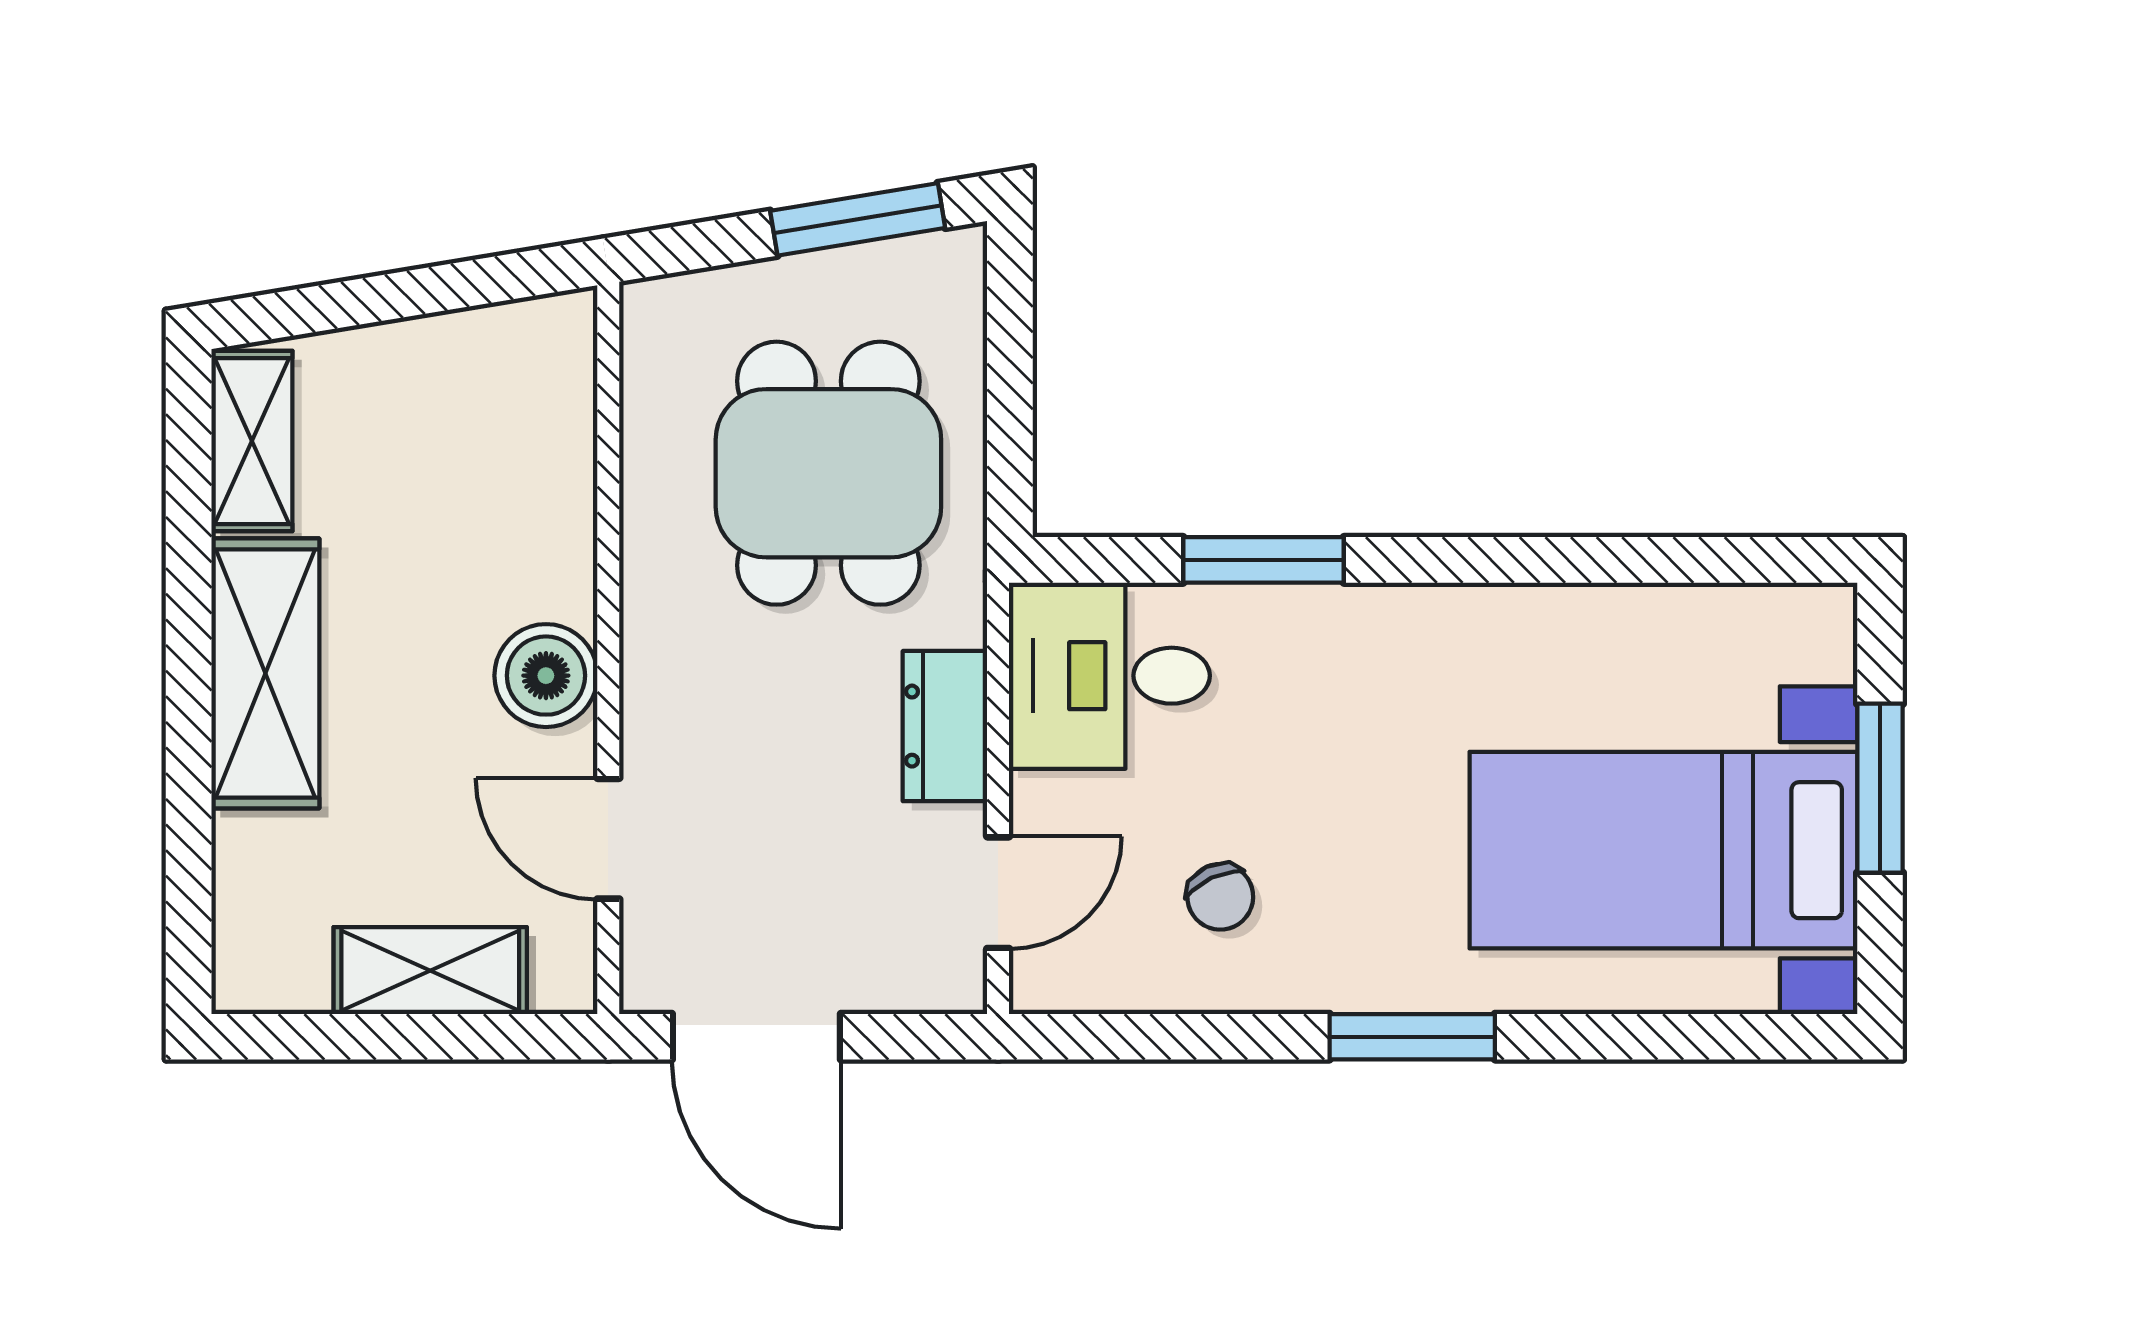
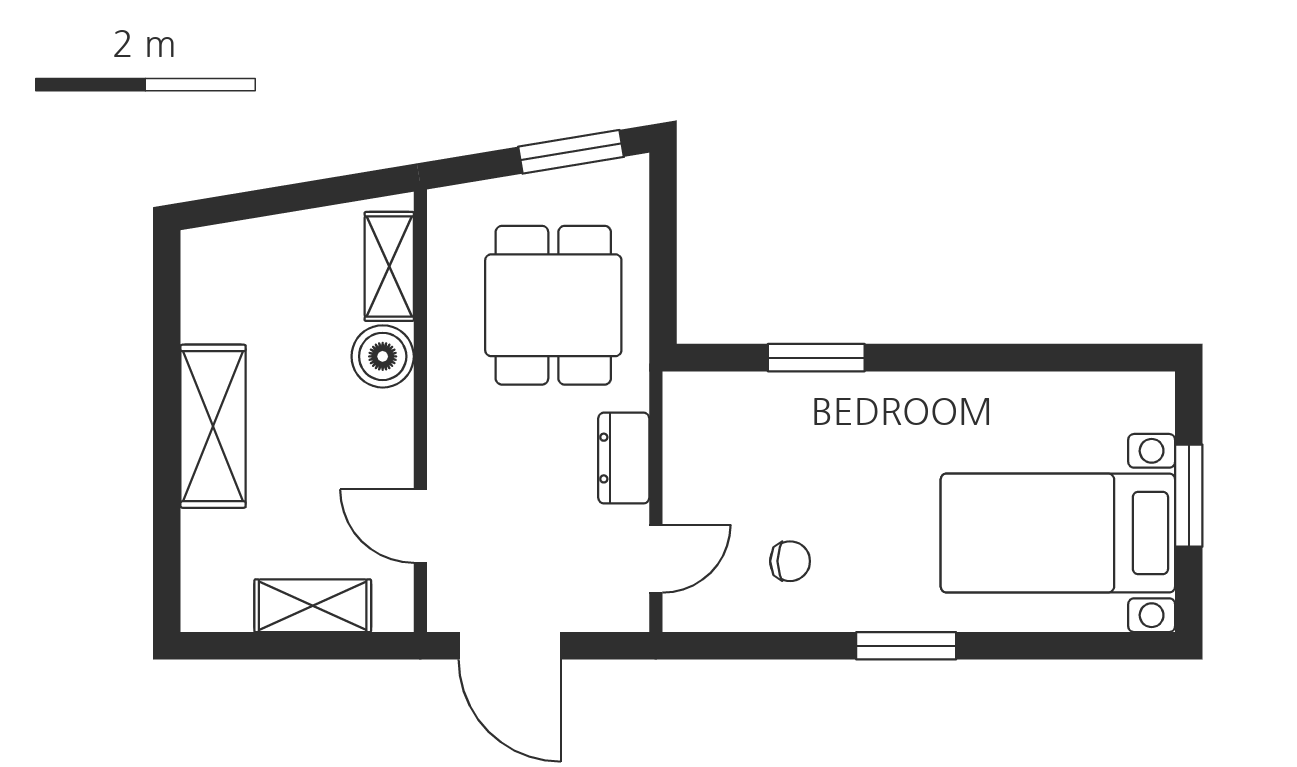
shelving: (252, 441) -> (389, 266), moved
boiler: (546, 676) -> (383, 356), moved
desk: (1109, 676) -> (723, 428), removed
chair: (1220, 897) -> (790, 561), turned -65

